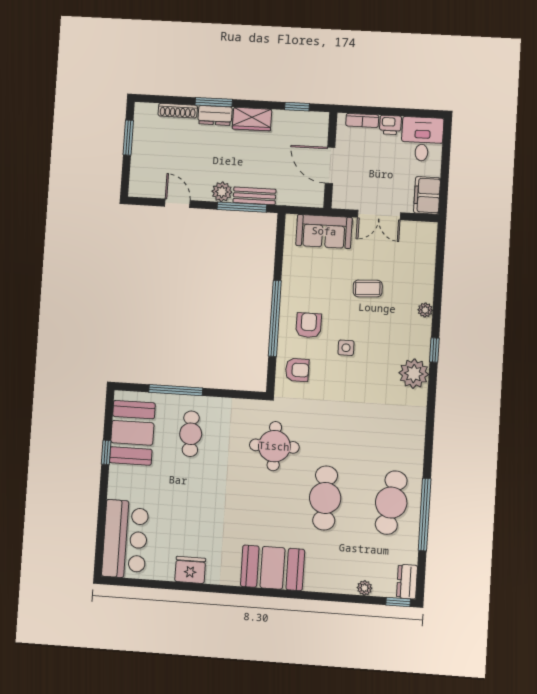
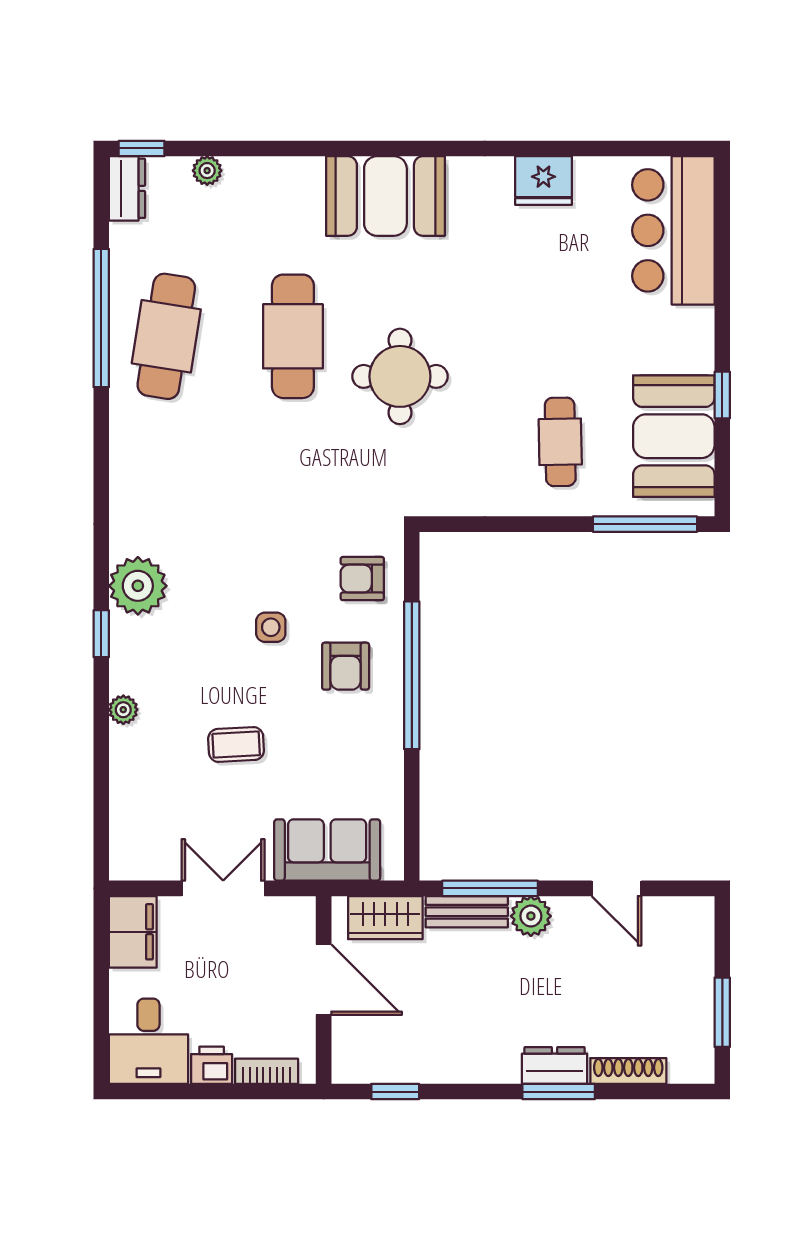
wardrobe: (252, 119) -> (385, 918), moved, turned 180
window: (176, 390) -> (645, 524), moved
round table: (274, 446) -> (400, 376), moved

